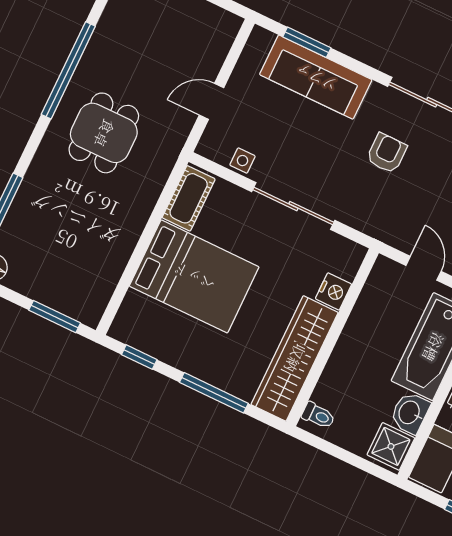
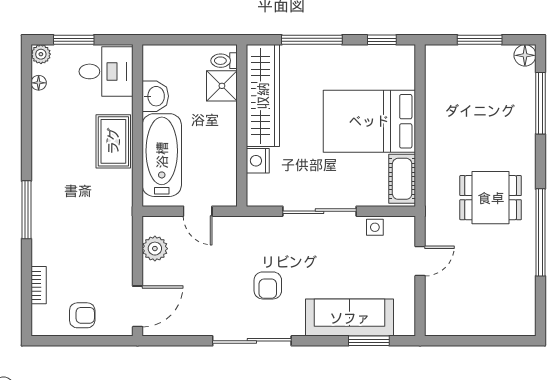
dining table: (104, 133) -> (491, 198), turned 90
window: (55, 317) -> (480, 40), moved
shower: (391, 446) -> (222, 86), moved

